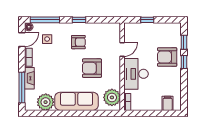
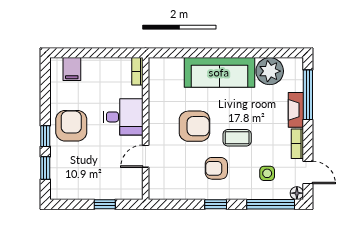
door: (22, 40) -> (308, 172), swing flipped
armchair: (167, 57) -> (71, 126), moved, turned -90
coffee table: (66, 61) -> (237, 138), added
desk: (136, 74) -> (123, 117), width x0.73
plant: (112, 97) -> (162, 79), removed

